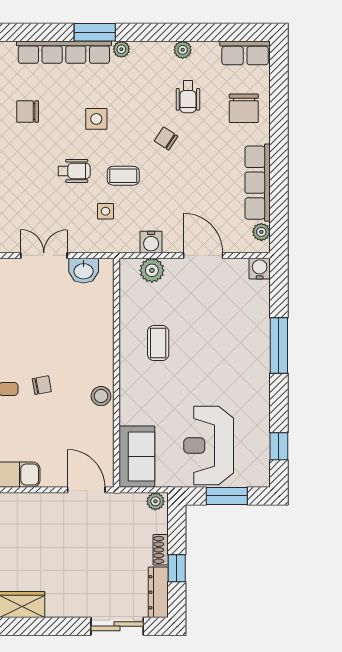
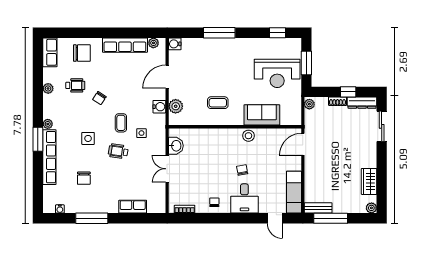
wheelchair: (74, 171) -> (118, 151), turned -81
sofa: (137, 457) -> (262, 115), moved

